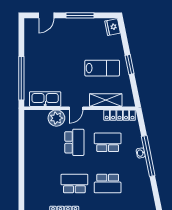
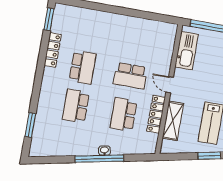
locker: (120, 115) -> (156, 114), moved
plant: (56, 118) -> (162, 60), removed
school desk: (108, 142) -> (124, 114), turned 180

